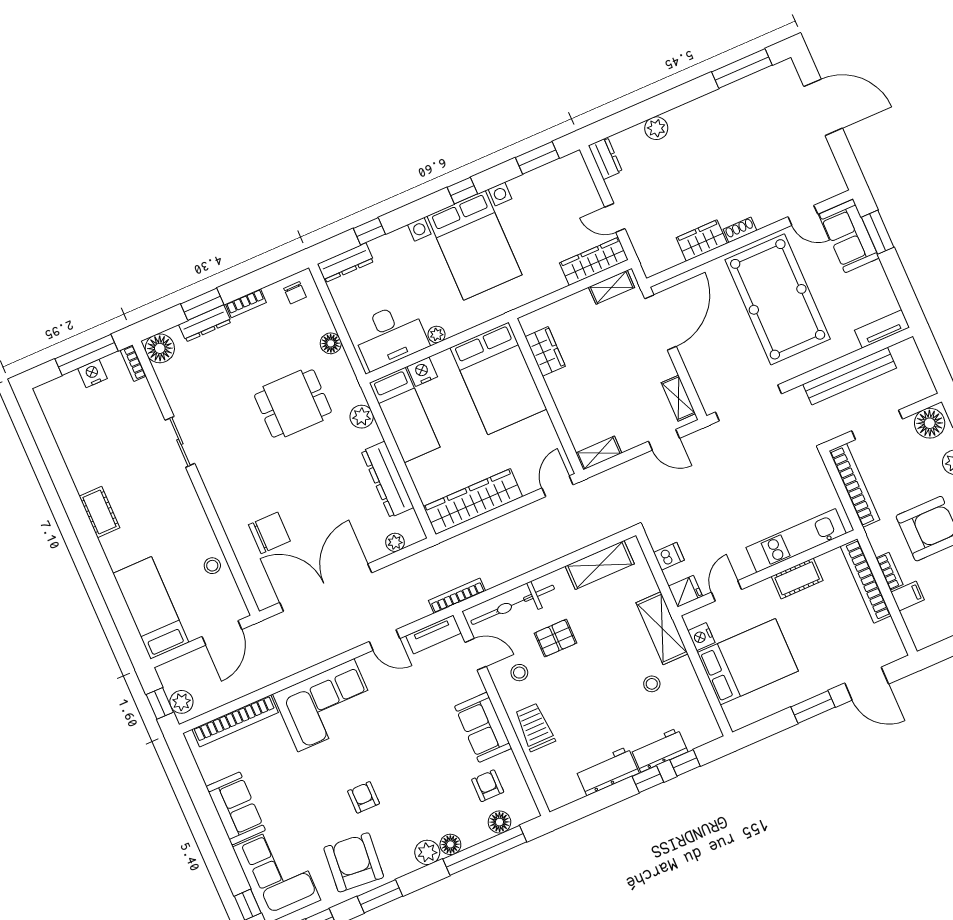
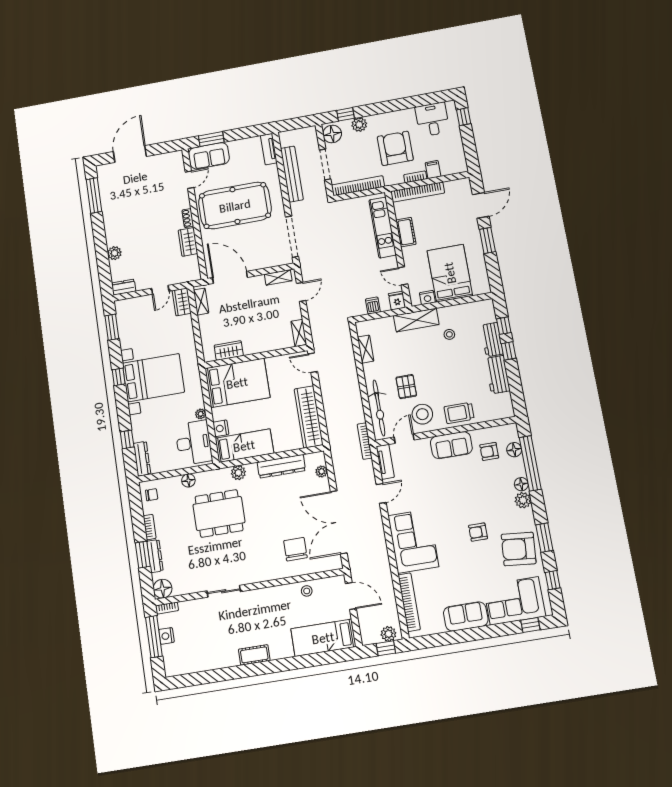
wardrobe: (594, 261) -> (182, 302), width x0.67
dining table: (293, 404) -> (219, 513), width x1.38
shelving: (600, 565) -> (366, 349), width x0.67, depth x0.75
stool: (519, 673) -> (422, 414), width x1.89, depth x1.89

